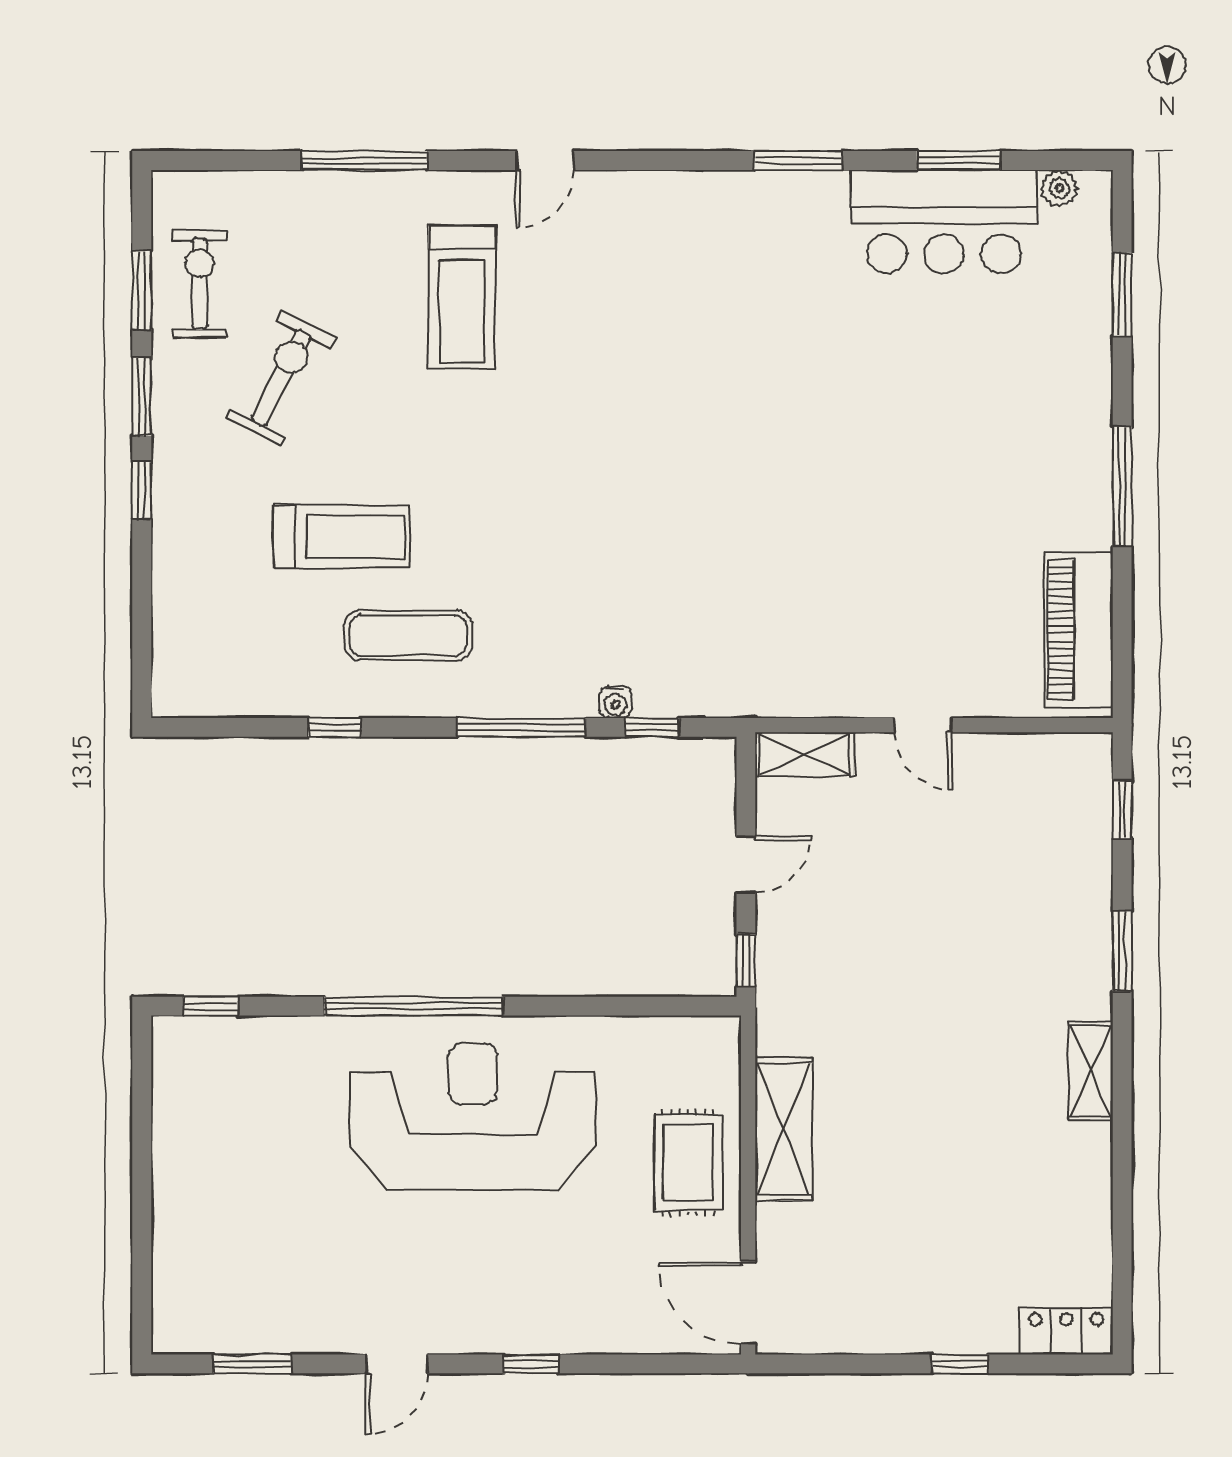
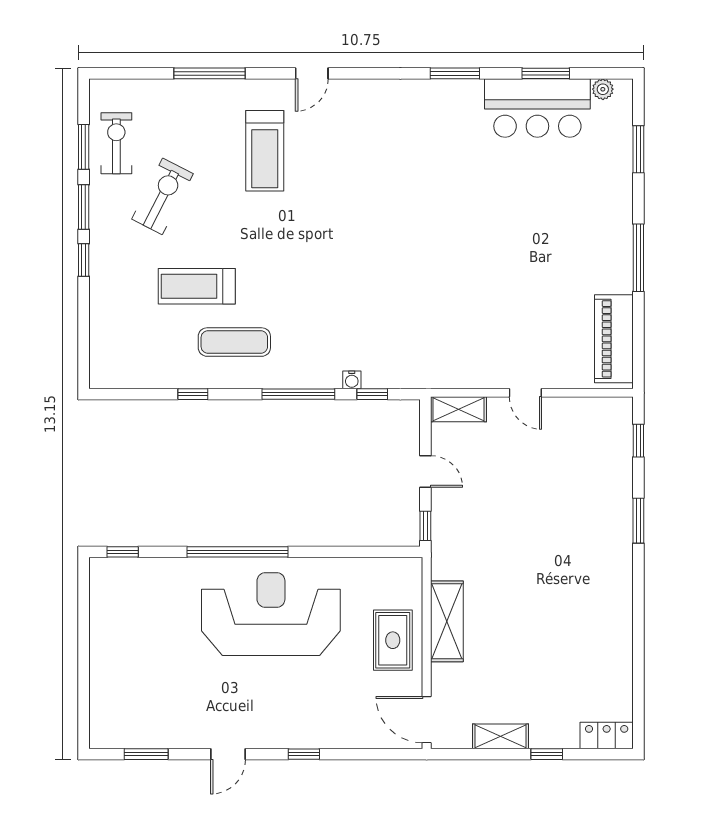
treadmill: (342, 537) -> (197, 286), turned 180
door: (746, 864) -> (425, 472), hinge flipped
shelving: (1091, 1071) -> (500, 736), moved, turned 90

